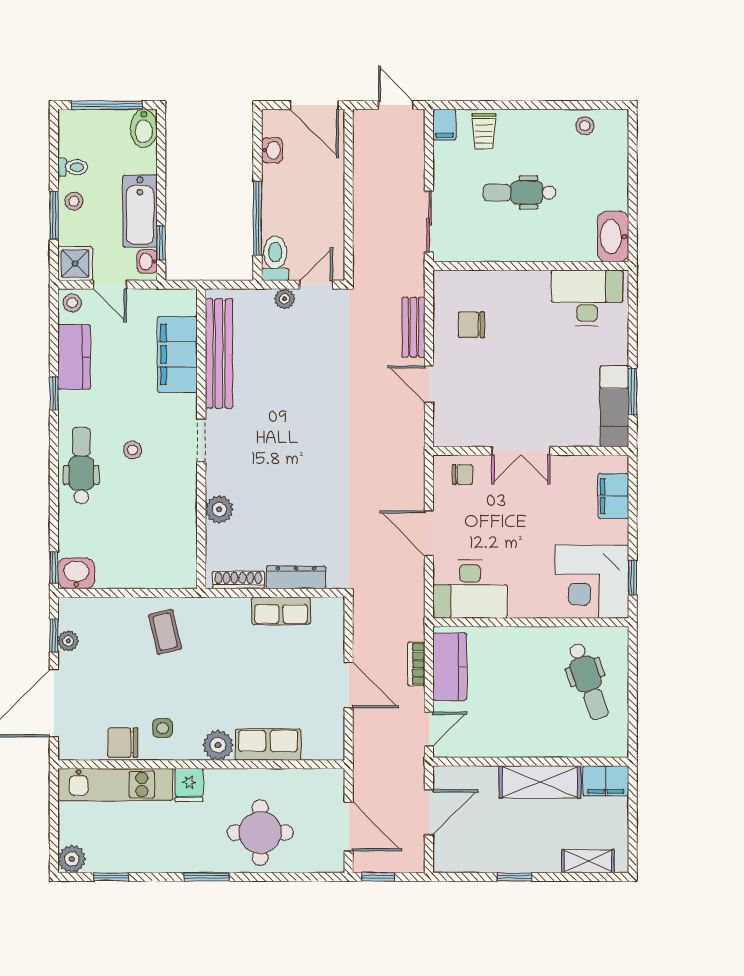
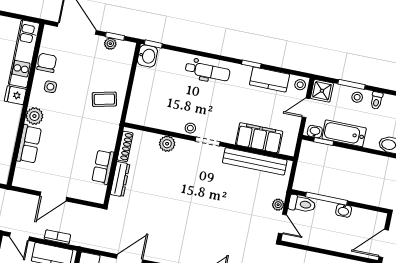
washbasin: (272, 150) -> (344, 211), moved
stool: (133, 450) -> (190, 128), moved

